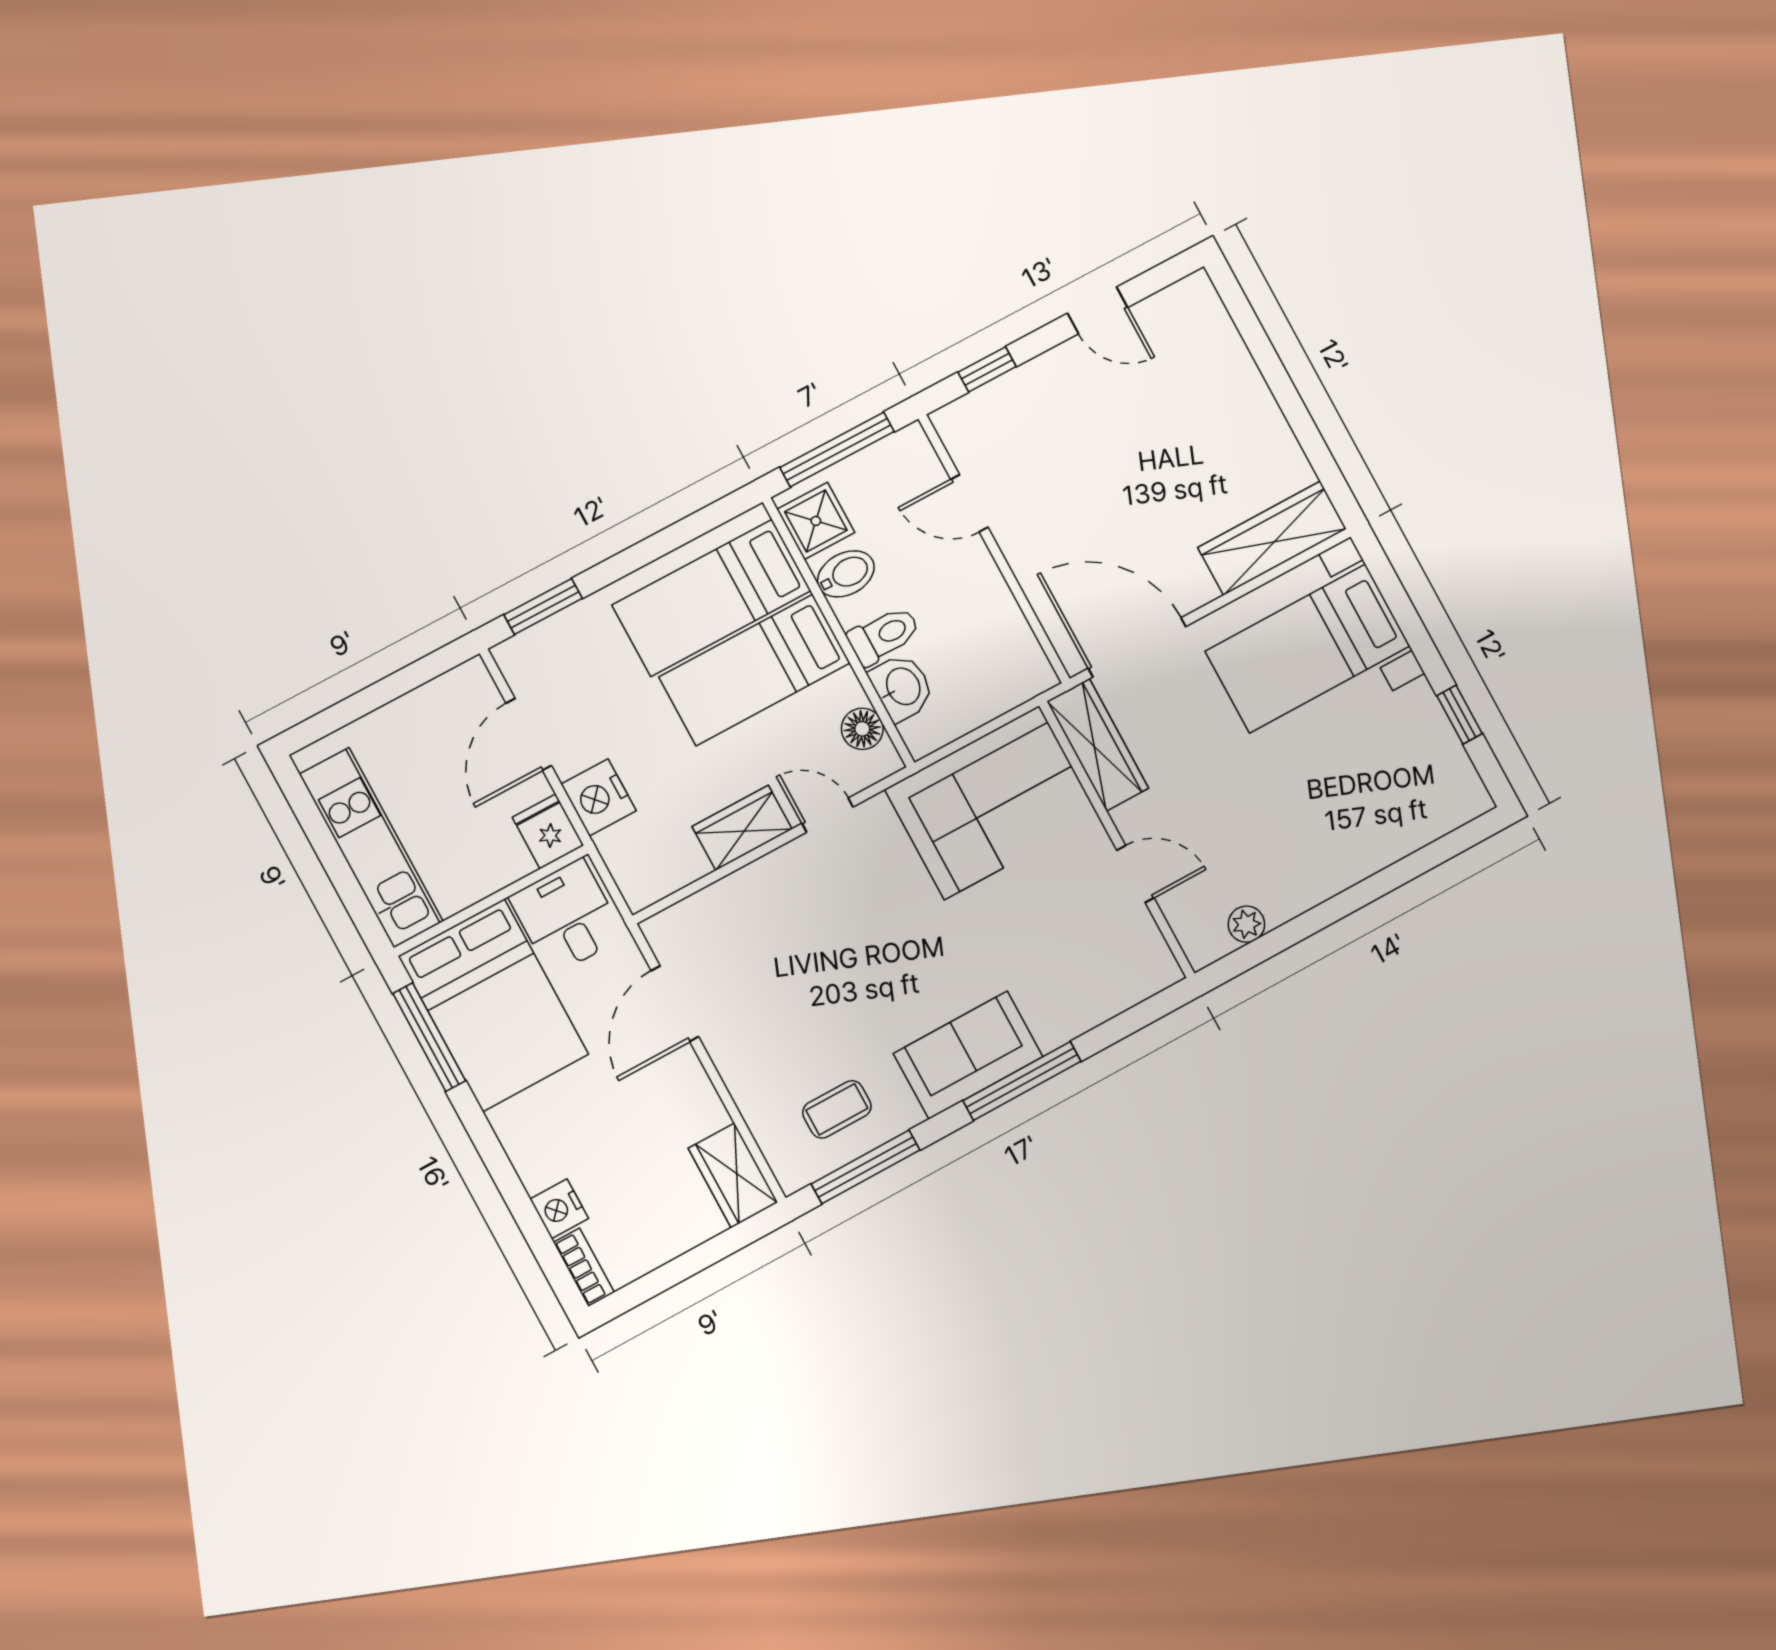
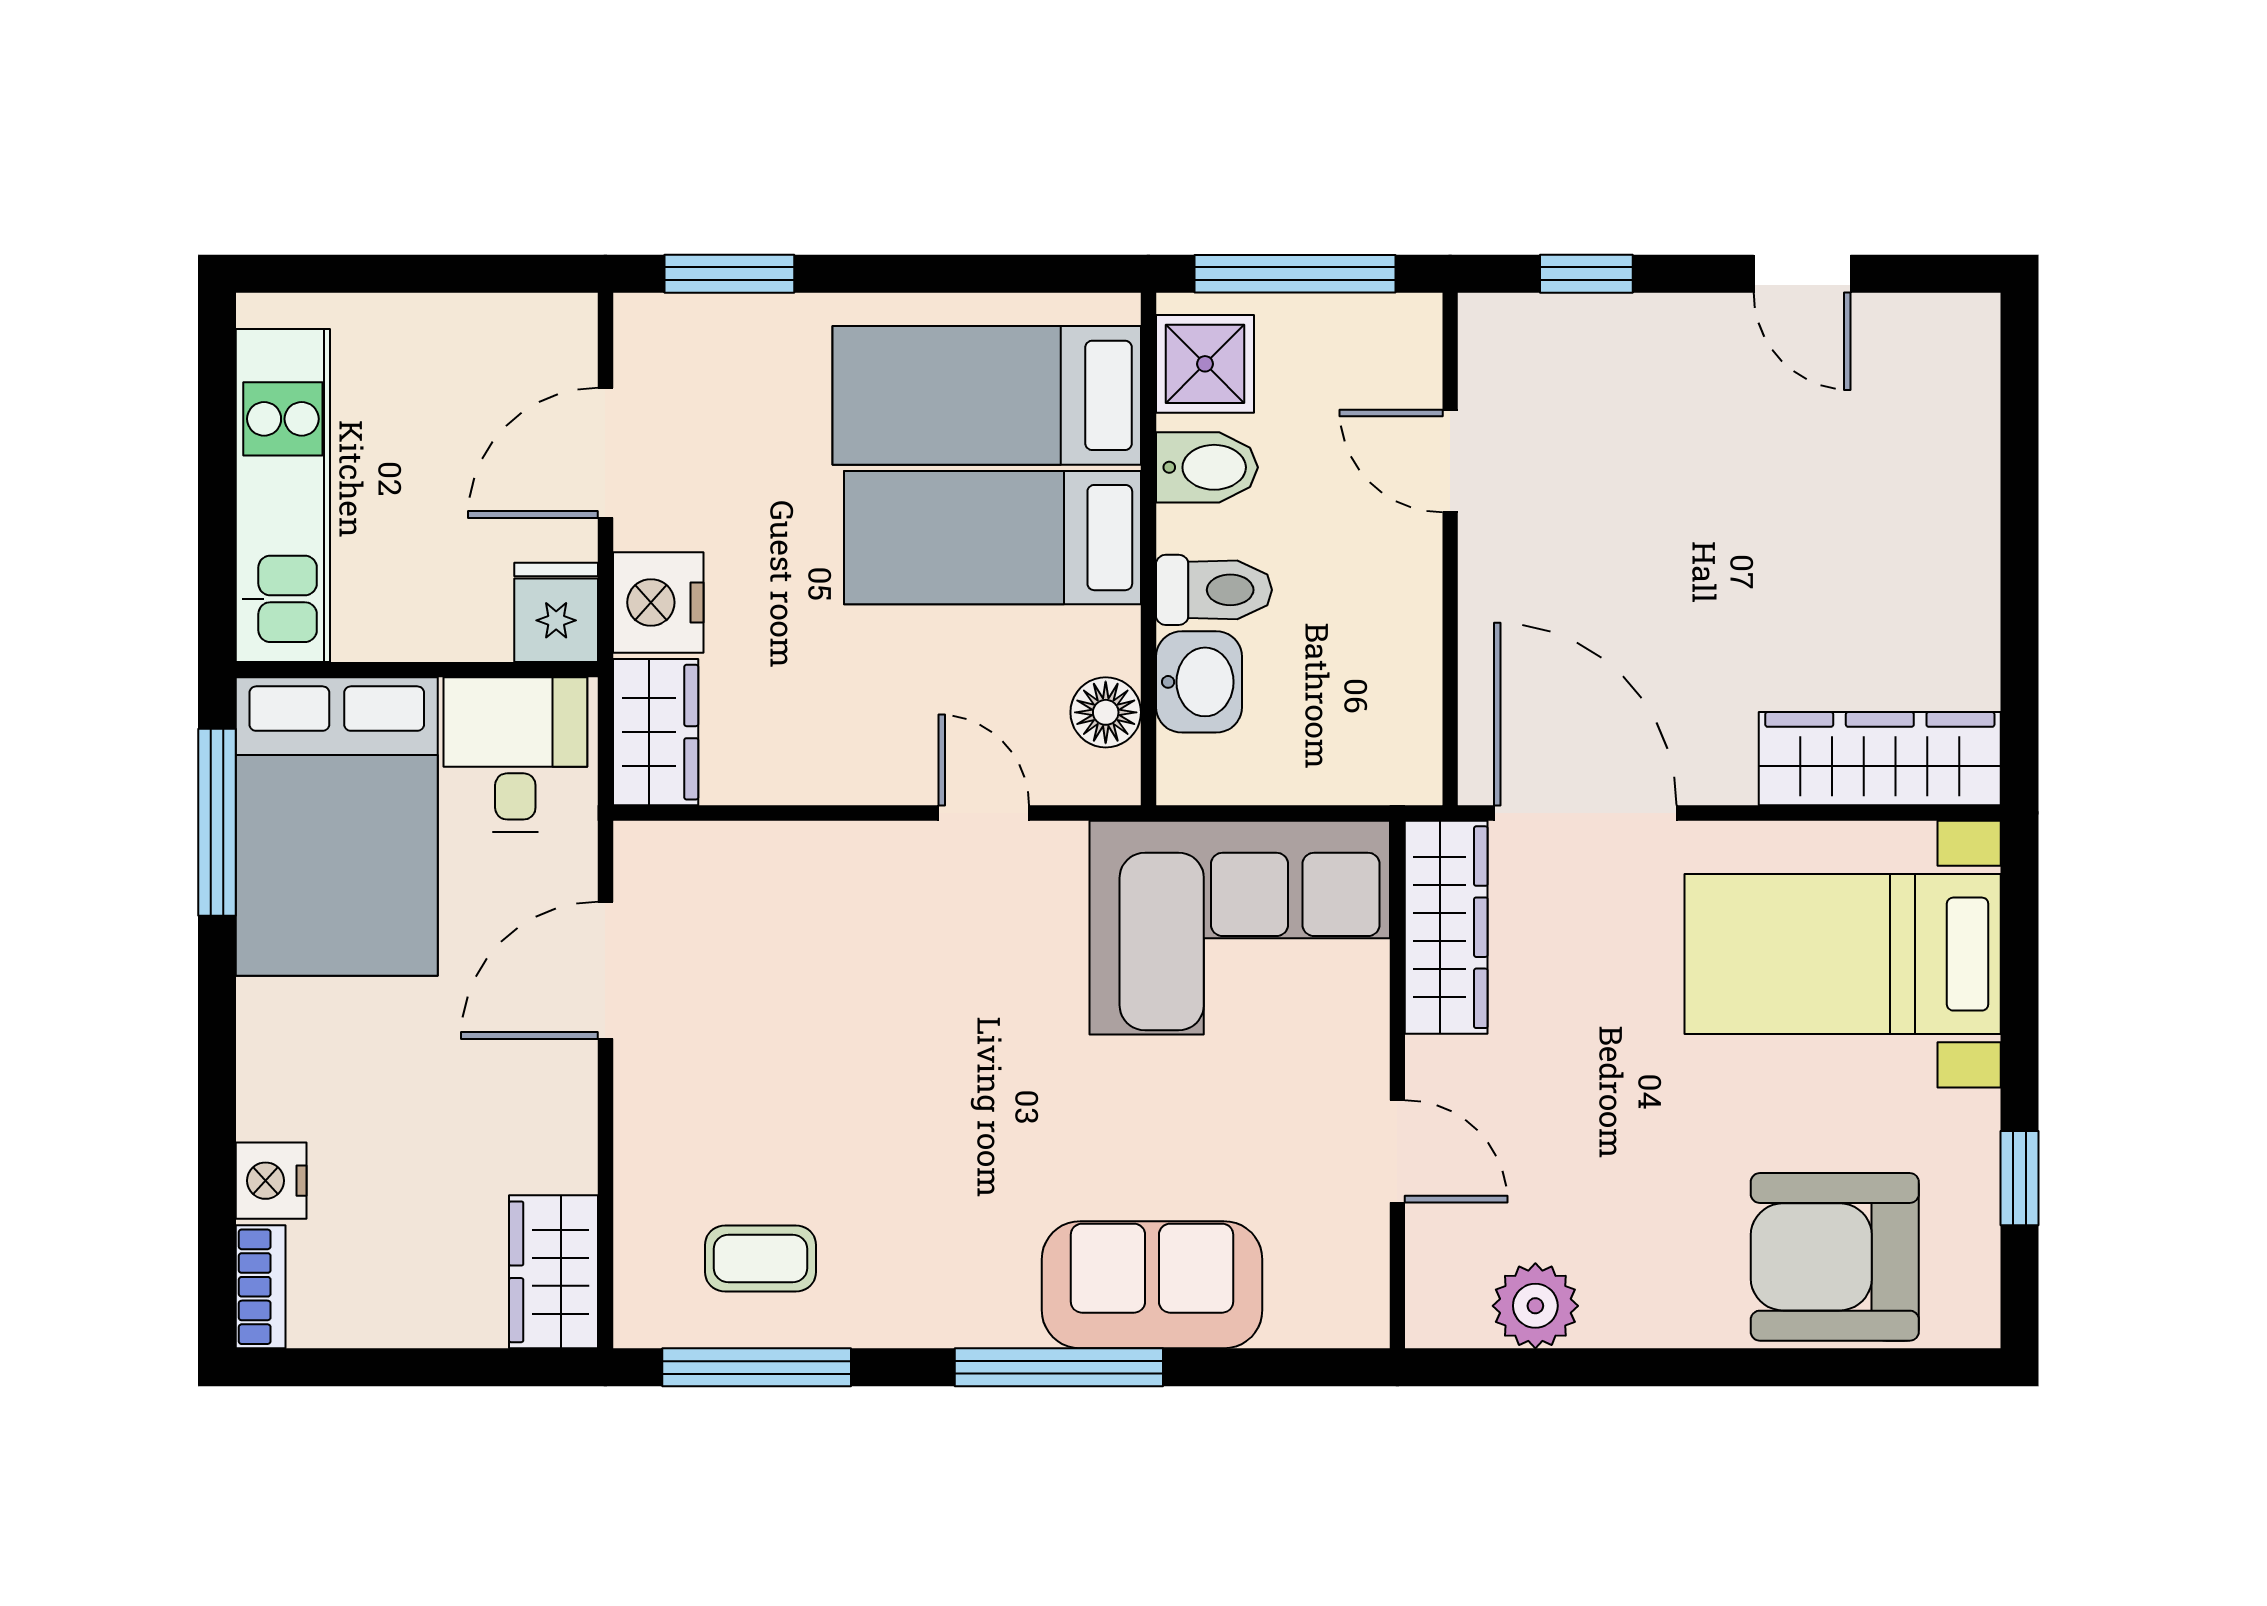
armchair: (1388, 806) -> (1835, 1257), added
wardrobe: (742, 828) -> (656, 732), moved, turned 90
plant: (1246, 924) -> (1535, 1306), width x1.38, depth x1.38
sofa: (968, 1055) -> (1152, 1285), moved

